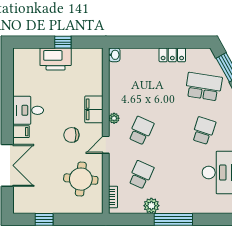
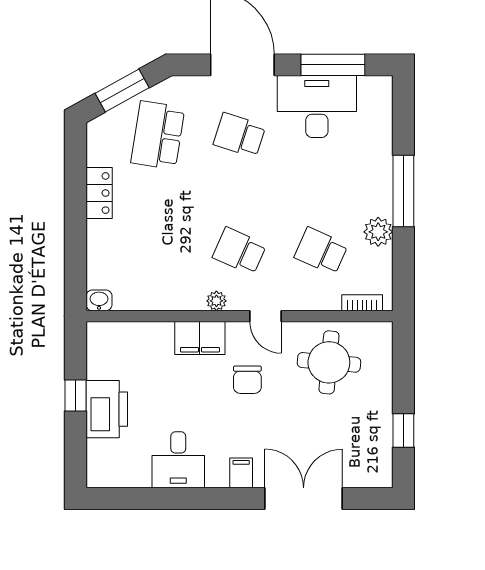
desk: (28, 110) -> (178, 460), moved

